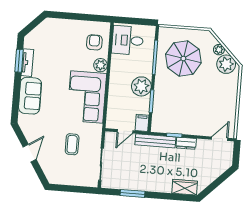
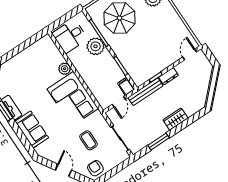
armchair: (94, 42) -> (95, 168), moved
plant: (141, 86) -> (96, 46), moved
wardrobe: (185, 187) -> (175, 119), moved

